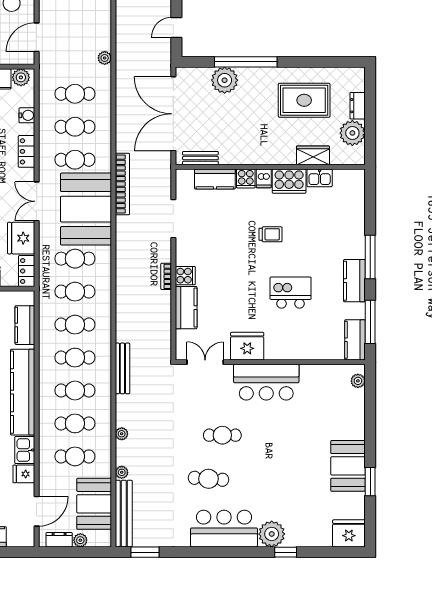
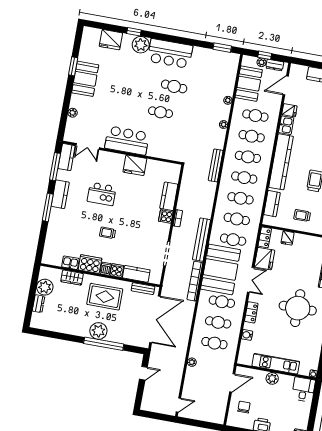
plant: (21, 77) -> (247, 359), removed
plant: (225, 80) -> (98, 331), moved
rug: (304, 100) -> (105, 297), moved
double door: (205, 362) -> (88, 146), moved
plant: (358, 381) -> (73, 113), moved
bench: (124, 514) -> (201, 240), moved
fridge: (349, 533) -> (111, 40), moved
window: (77, 552) -> (265, 55), added

